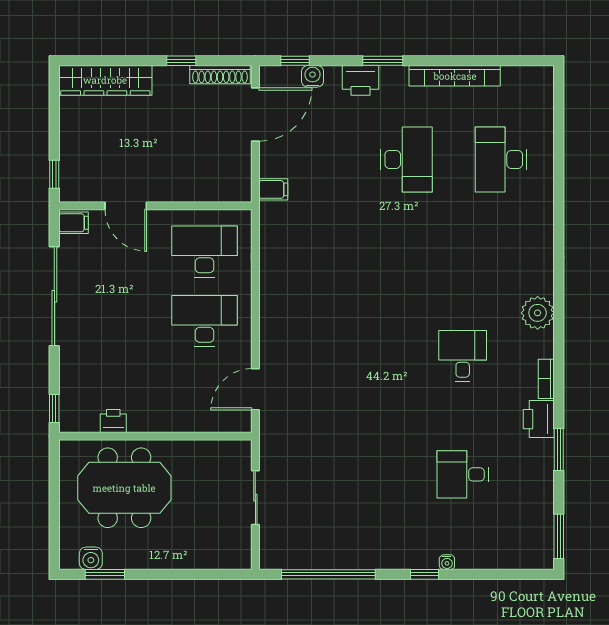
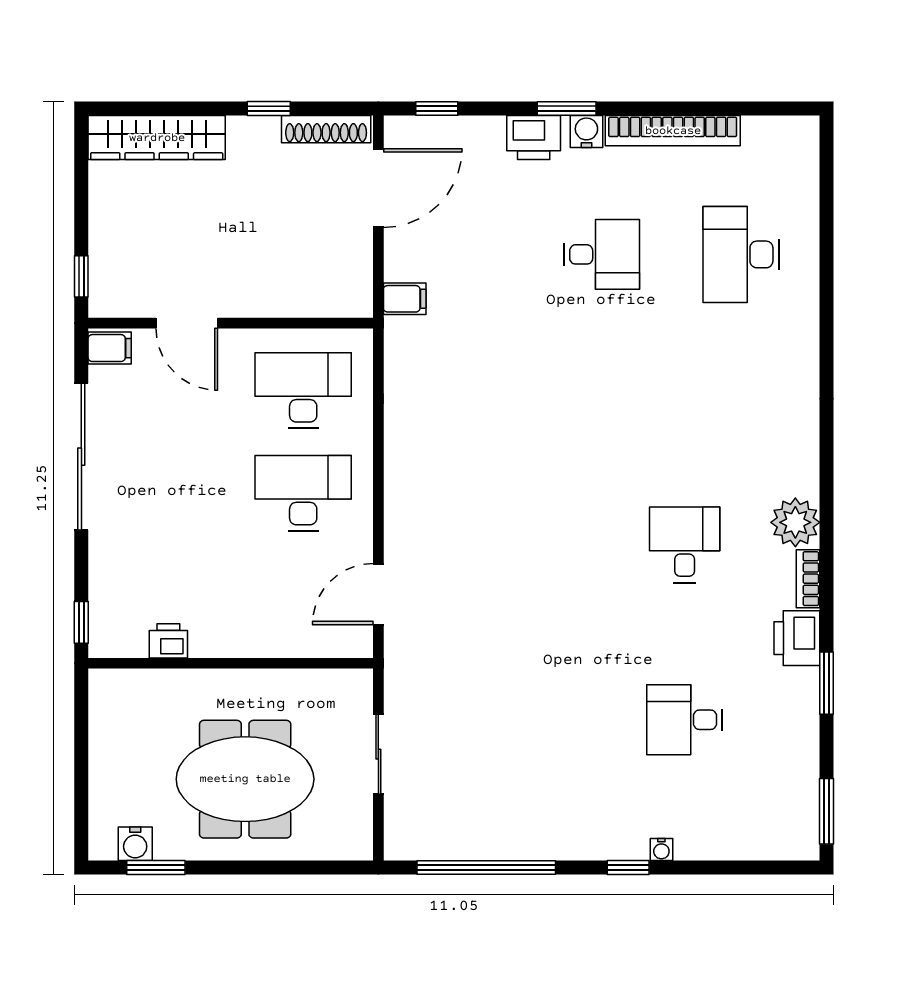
water cooler: (313, 76) -> (586, 132), moved
desk: (407, 159) -> (602, 254), width x0.73
plant: (538, 313) -> (795, 522), moved
meeting table: (124, 488) -> (245, 779), moved

